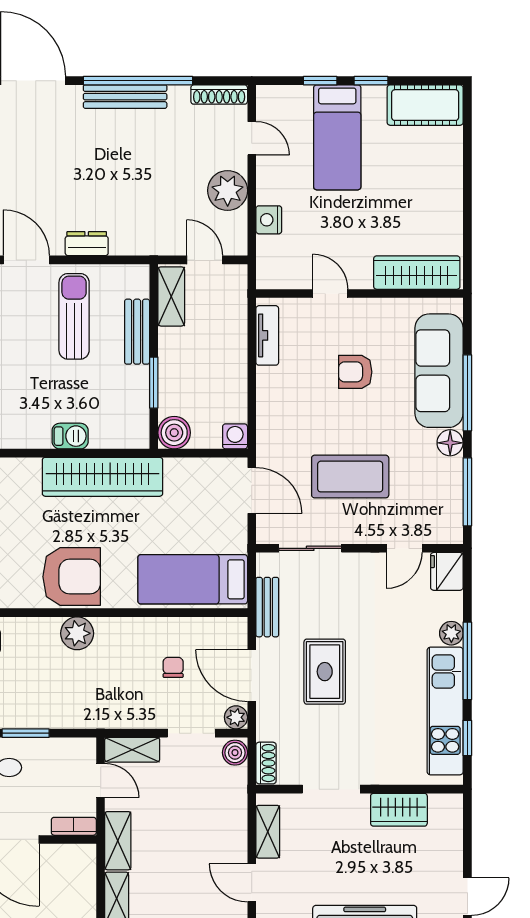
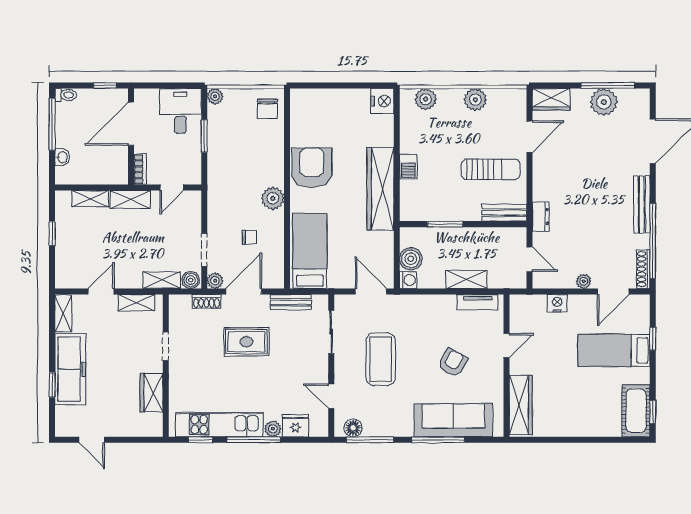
window: (138, 81) -> (653, 241), moved
window: (371, 81) -> (653, 412), moved
door: (252, 138) -> (613, 292), width x1.38
plant: (228, 191) -> (584, 281), width x0.53, depth x0.53
dresser: (87, 244) -> (541, 217), moved
door: (205, 260) -> (530, 259), hinge flipped
shelving: (171, 296) -> (466, 279), moved
bench: (137, 332) -> (504, 213), moved
armchair: (355, 372) -> (453, 363), turned 30
boiler: (174, 433) -> (411, 259), moved
floor lamp: (450, 443) -> (353, 428), moved
door: (252, 490) -> (371, 292), swing flipped
fridge: (447, 571) -> (295, 426), moved
armchair: (72, 577) -> (312, 168), turned 180
plant: (77, 633) -> (273, 198), moved
shelving: (132, 750) -> (162, 280), moved, turned 90
shoe rack: (266, 763) -> (206, 301), moved
doorway: (331, 789) -> (166, 346), width x0.73

